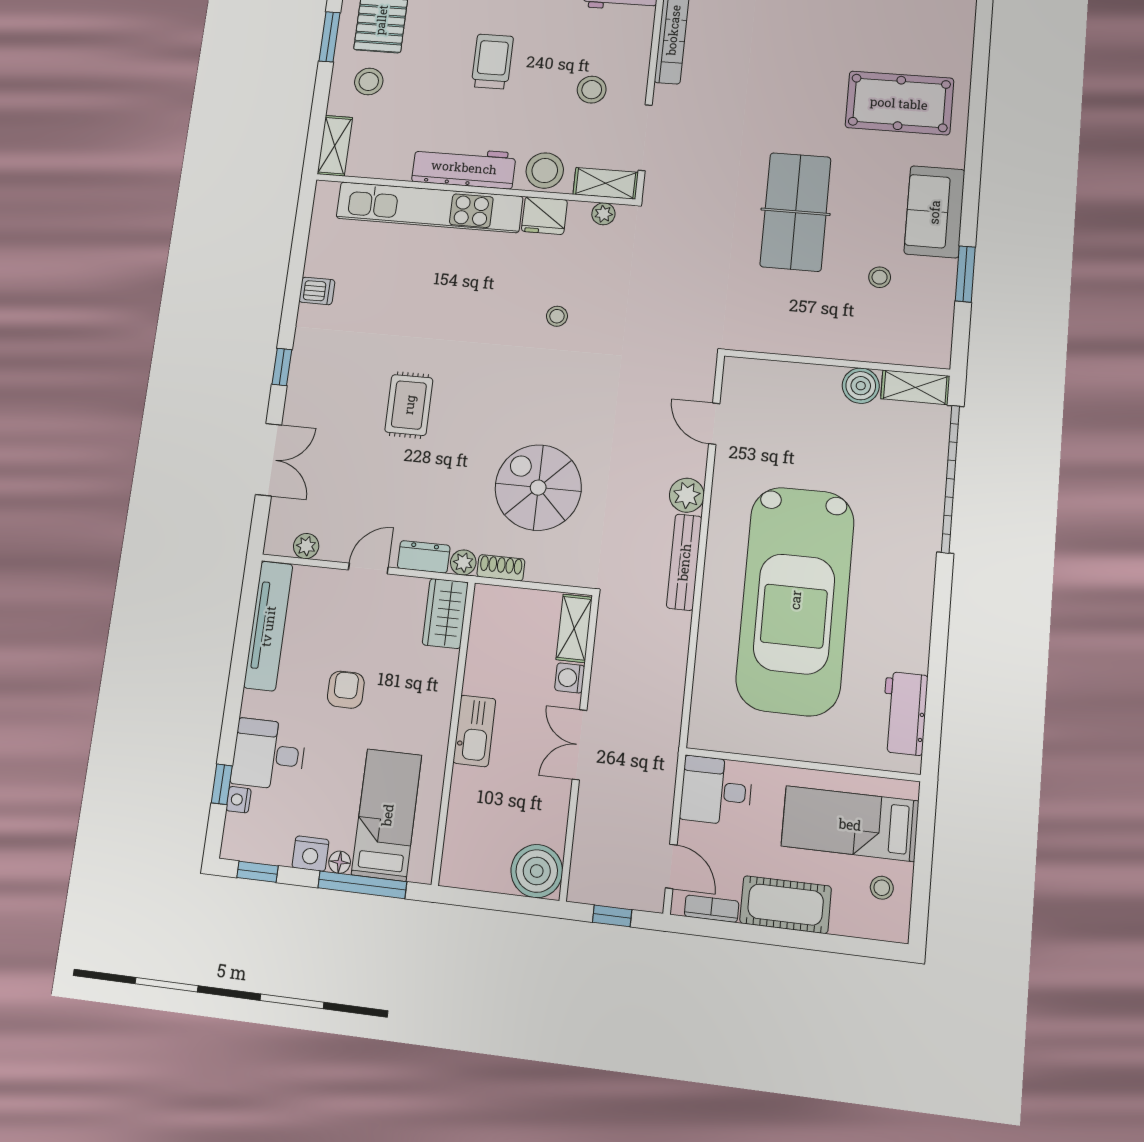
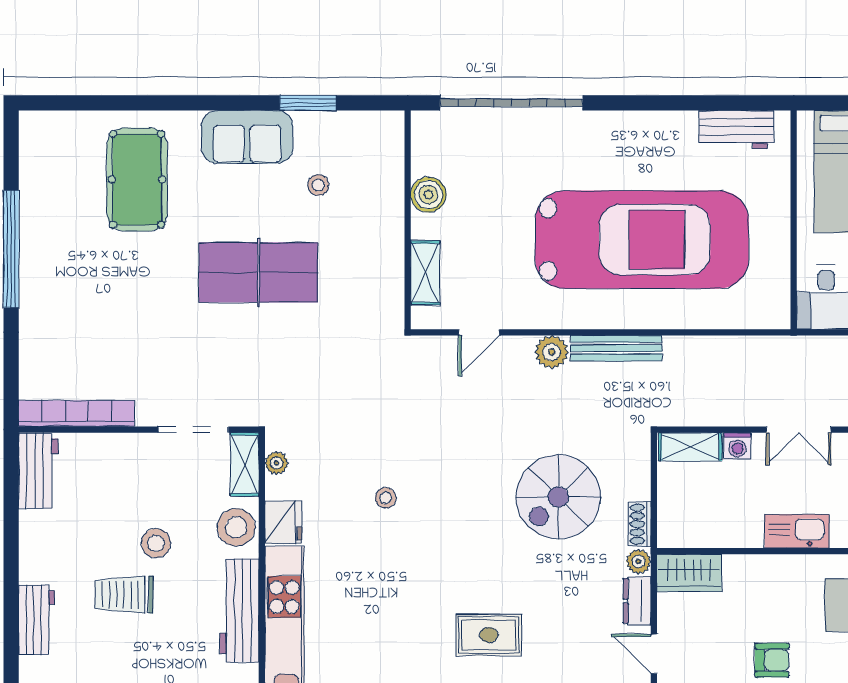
stool: (592, 90) -> (156, 543), moved
shelving: (915, 387) -> (425, 273), moved
armchair: (346, 690) -> (772, 660), turned 180

